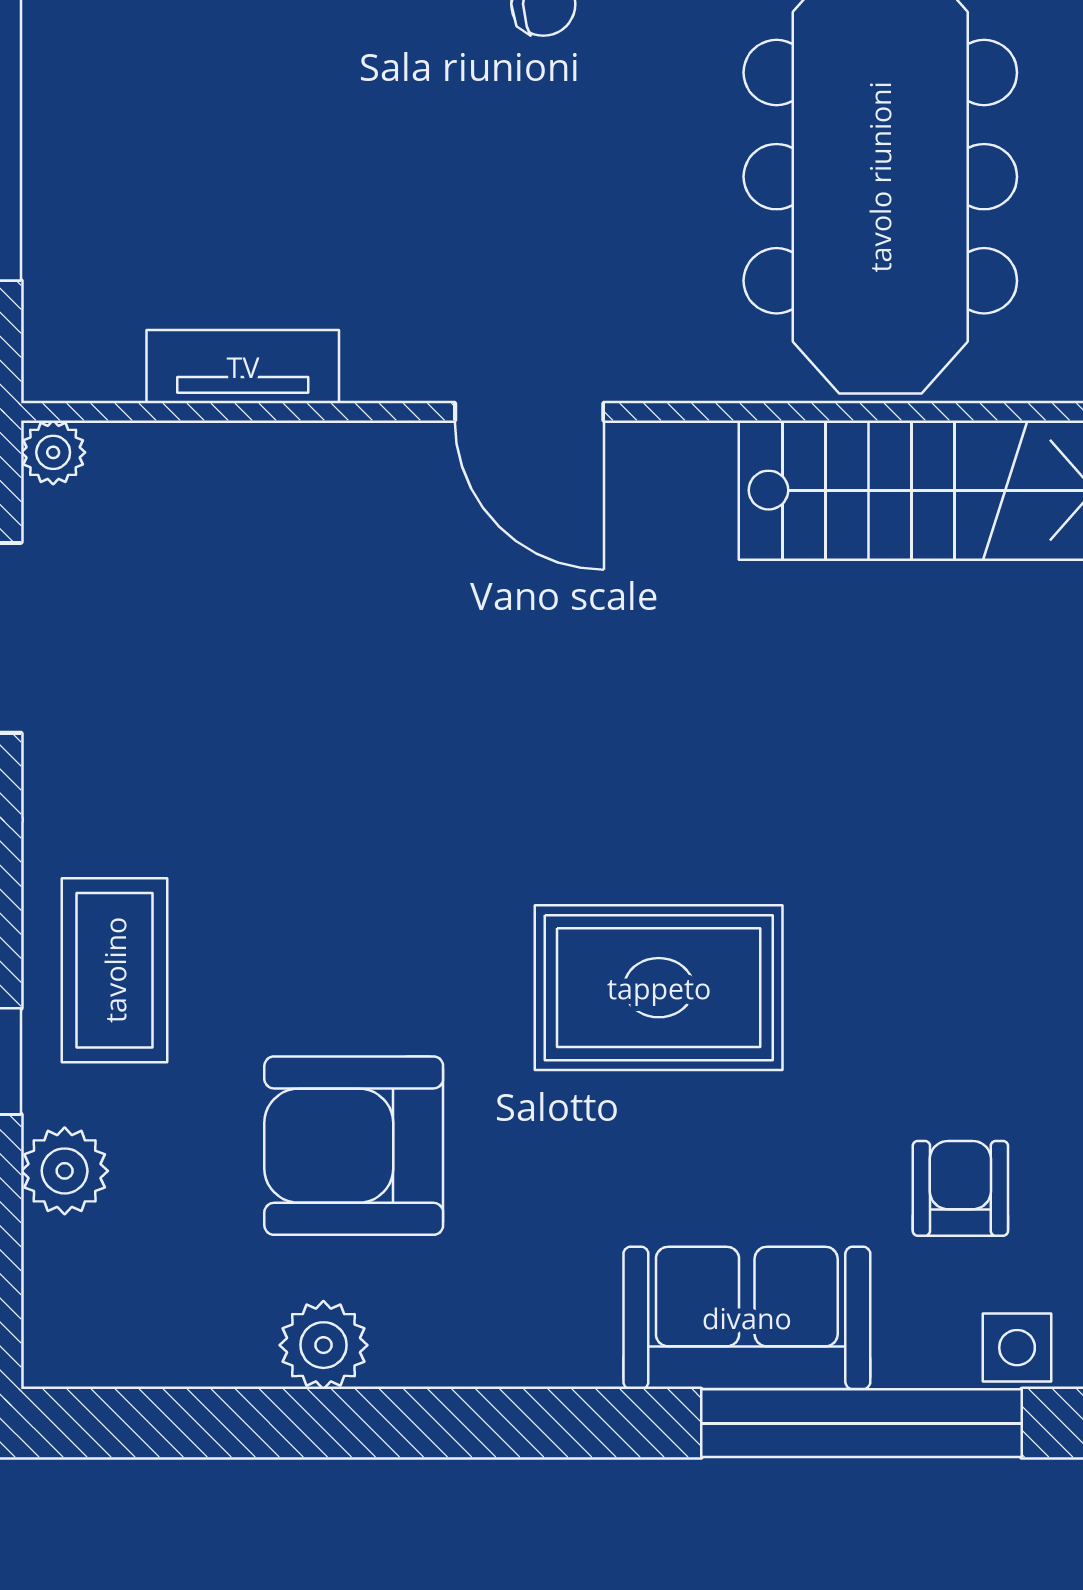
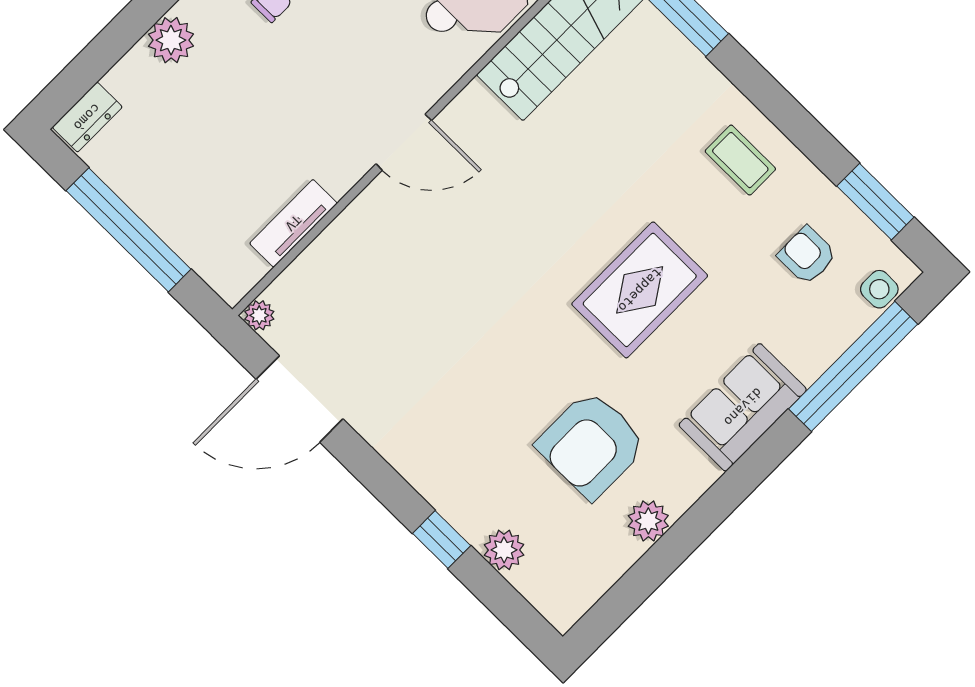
coffee table: (115, 970) -> (740, 160), moved, width x0.73, depth x0.77
sofa: (747, 1318) -> (743, 407), moved

